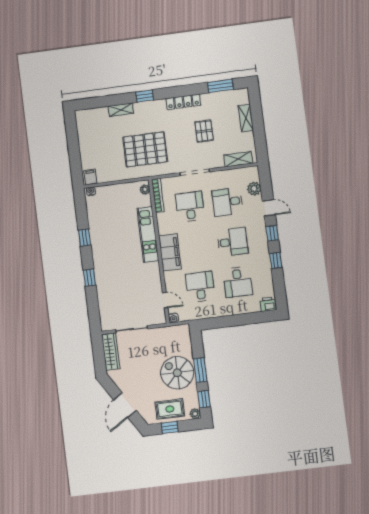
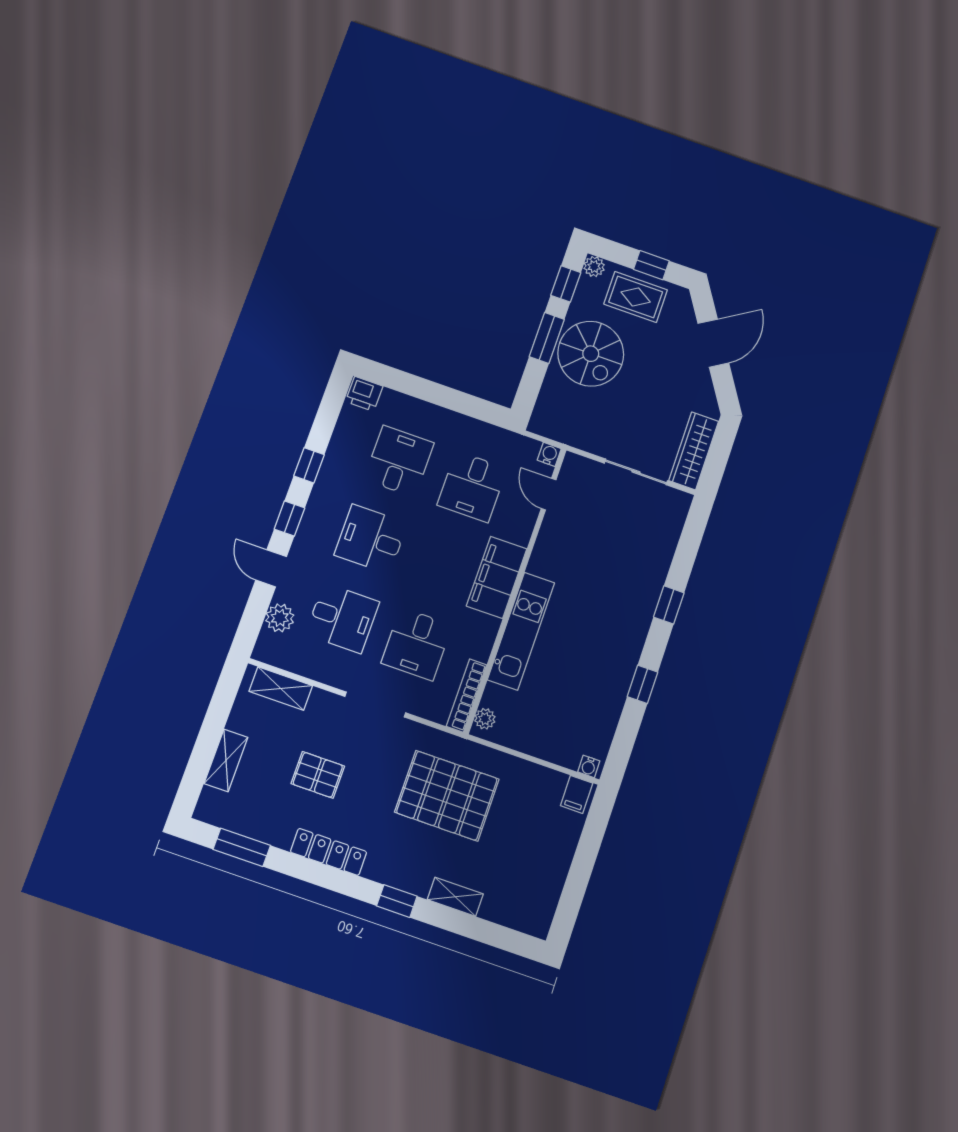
pallet: (204, 131) -> (318, 775), turned 90

